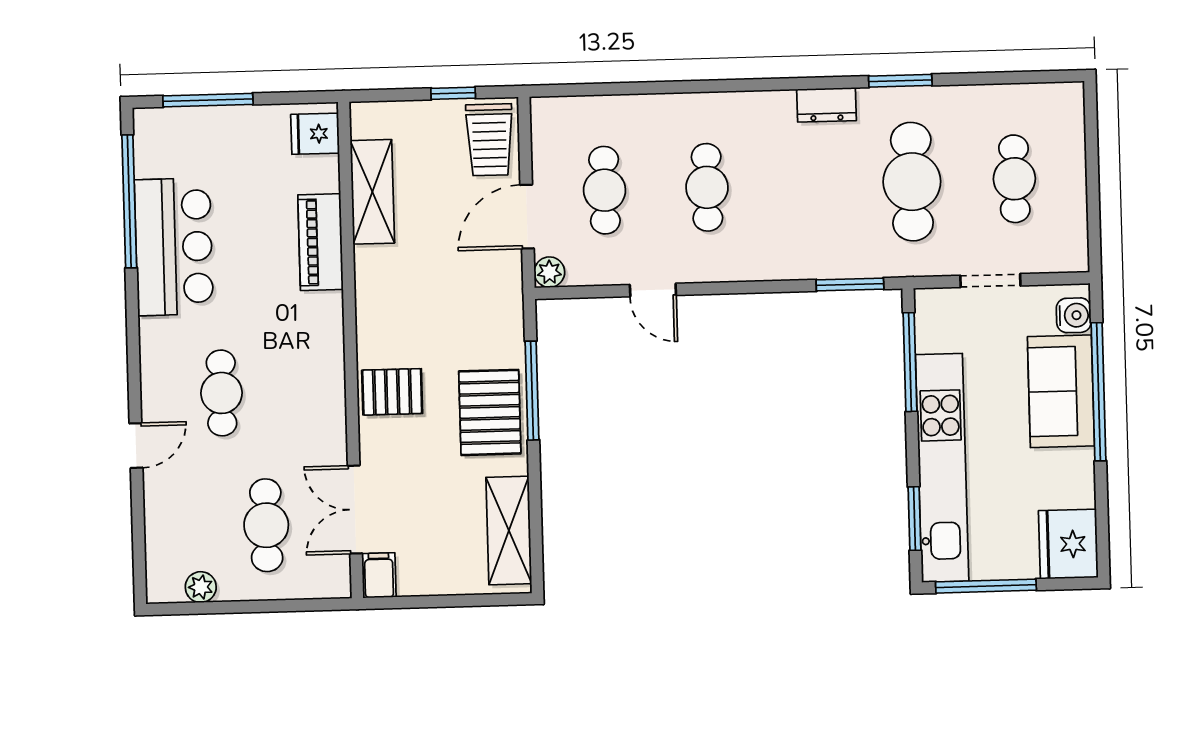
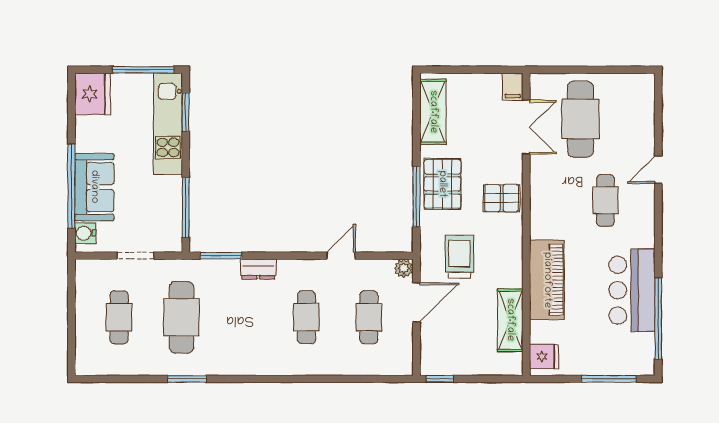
window: (453, 93) -> (440, 379), moved
dresser: (827, 105) -> (258, 269), moved, turned 180
trolley: (489, 140) -> (459, 257), moved
piano: (321, 242) -> (547, 280), width x1.37, depth x1.33
door: (653, 290) -> (341, 256), hinge flipped
kitchen unit: (942, 468) -> (168, 124), width x0.73
cafe table: (266, 525) -> (580, 119), width x1.37, depth x1.35
plant: (201, 587) -> (621, 83), removed

